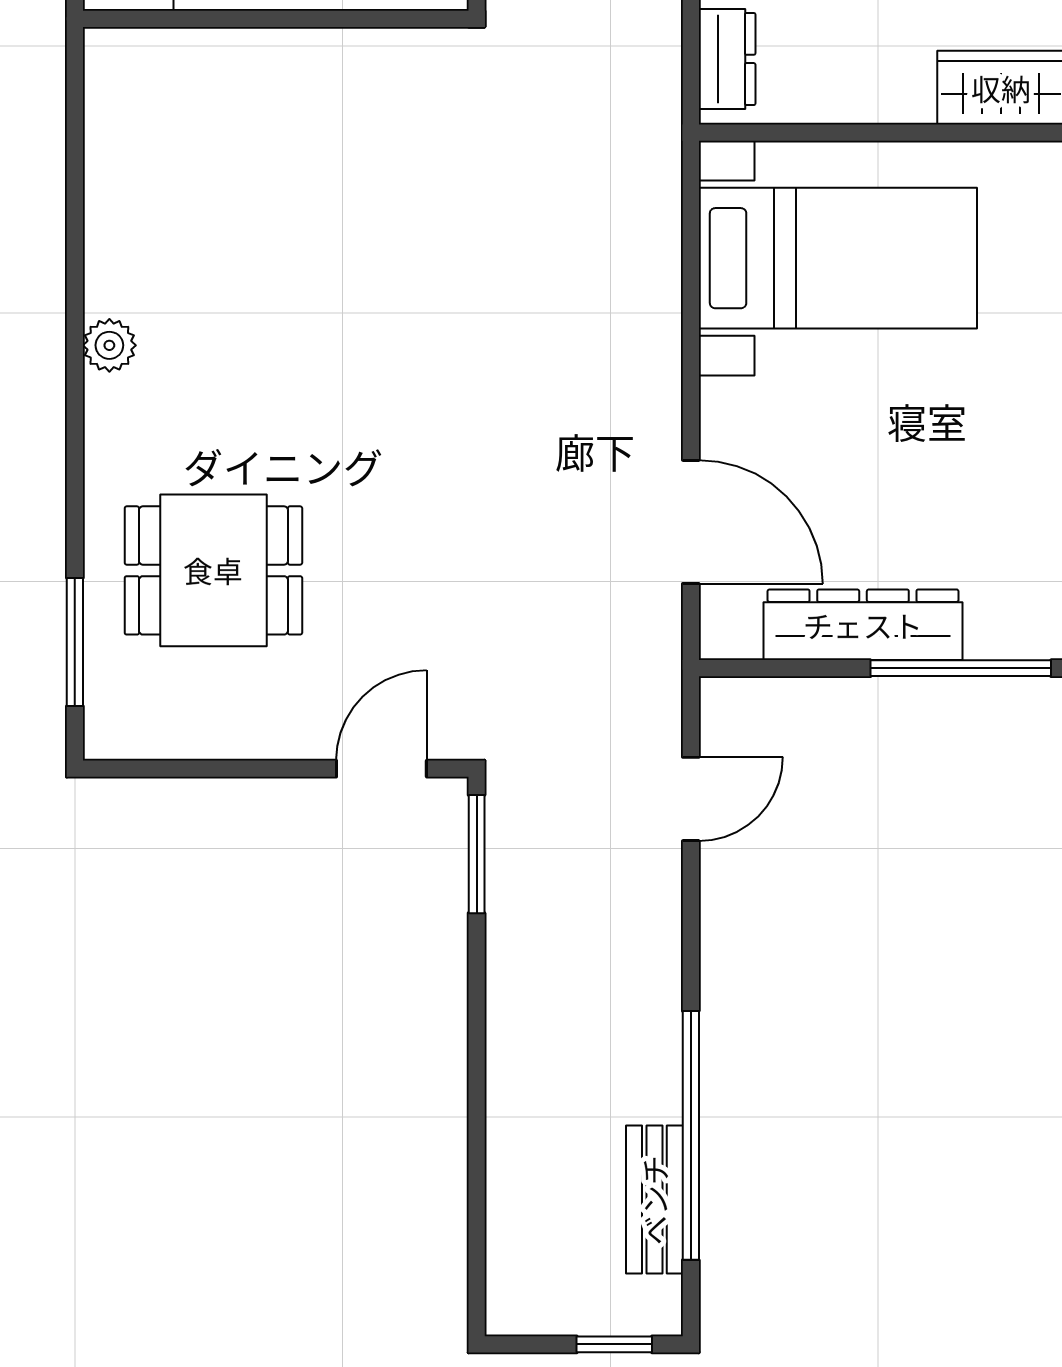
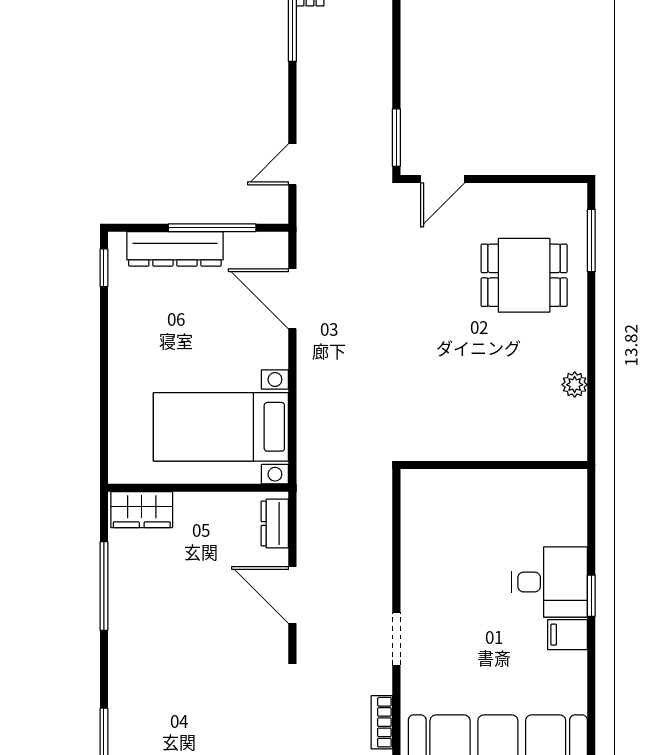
wall: (276, 19) -> (494, 465), moved
dresser: (863, 625) -> (175, 249), moved
window: (961, 668) -> (212, 228), moved

